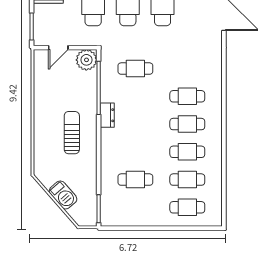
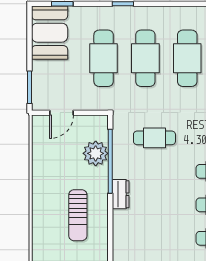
plant: (86, 60) -> (96, 153), moved
sun lounger: (72, 133) -> (78, 215), turned 180

